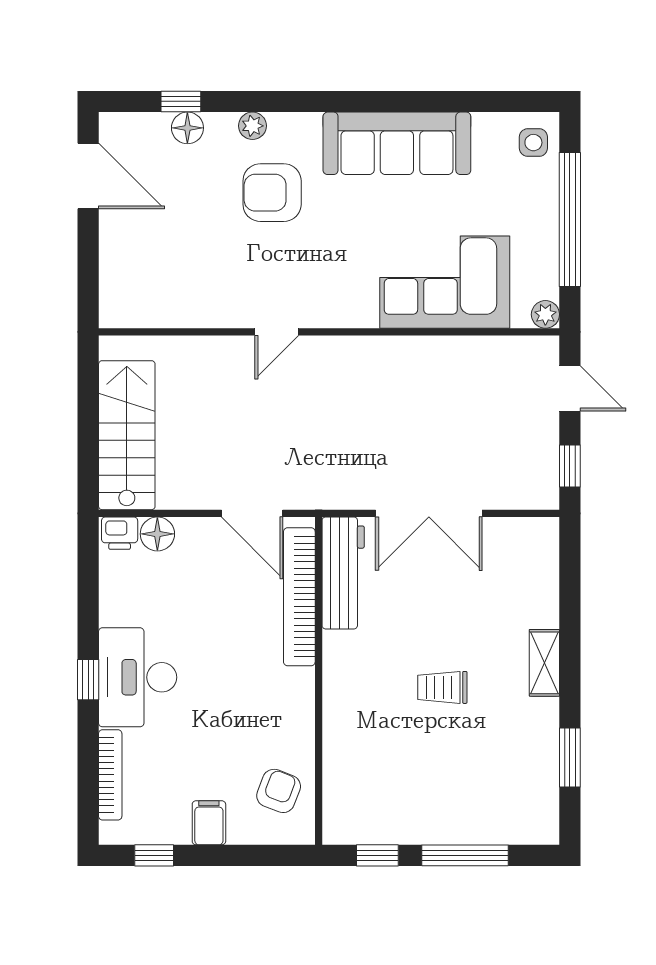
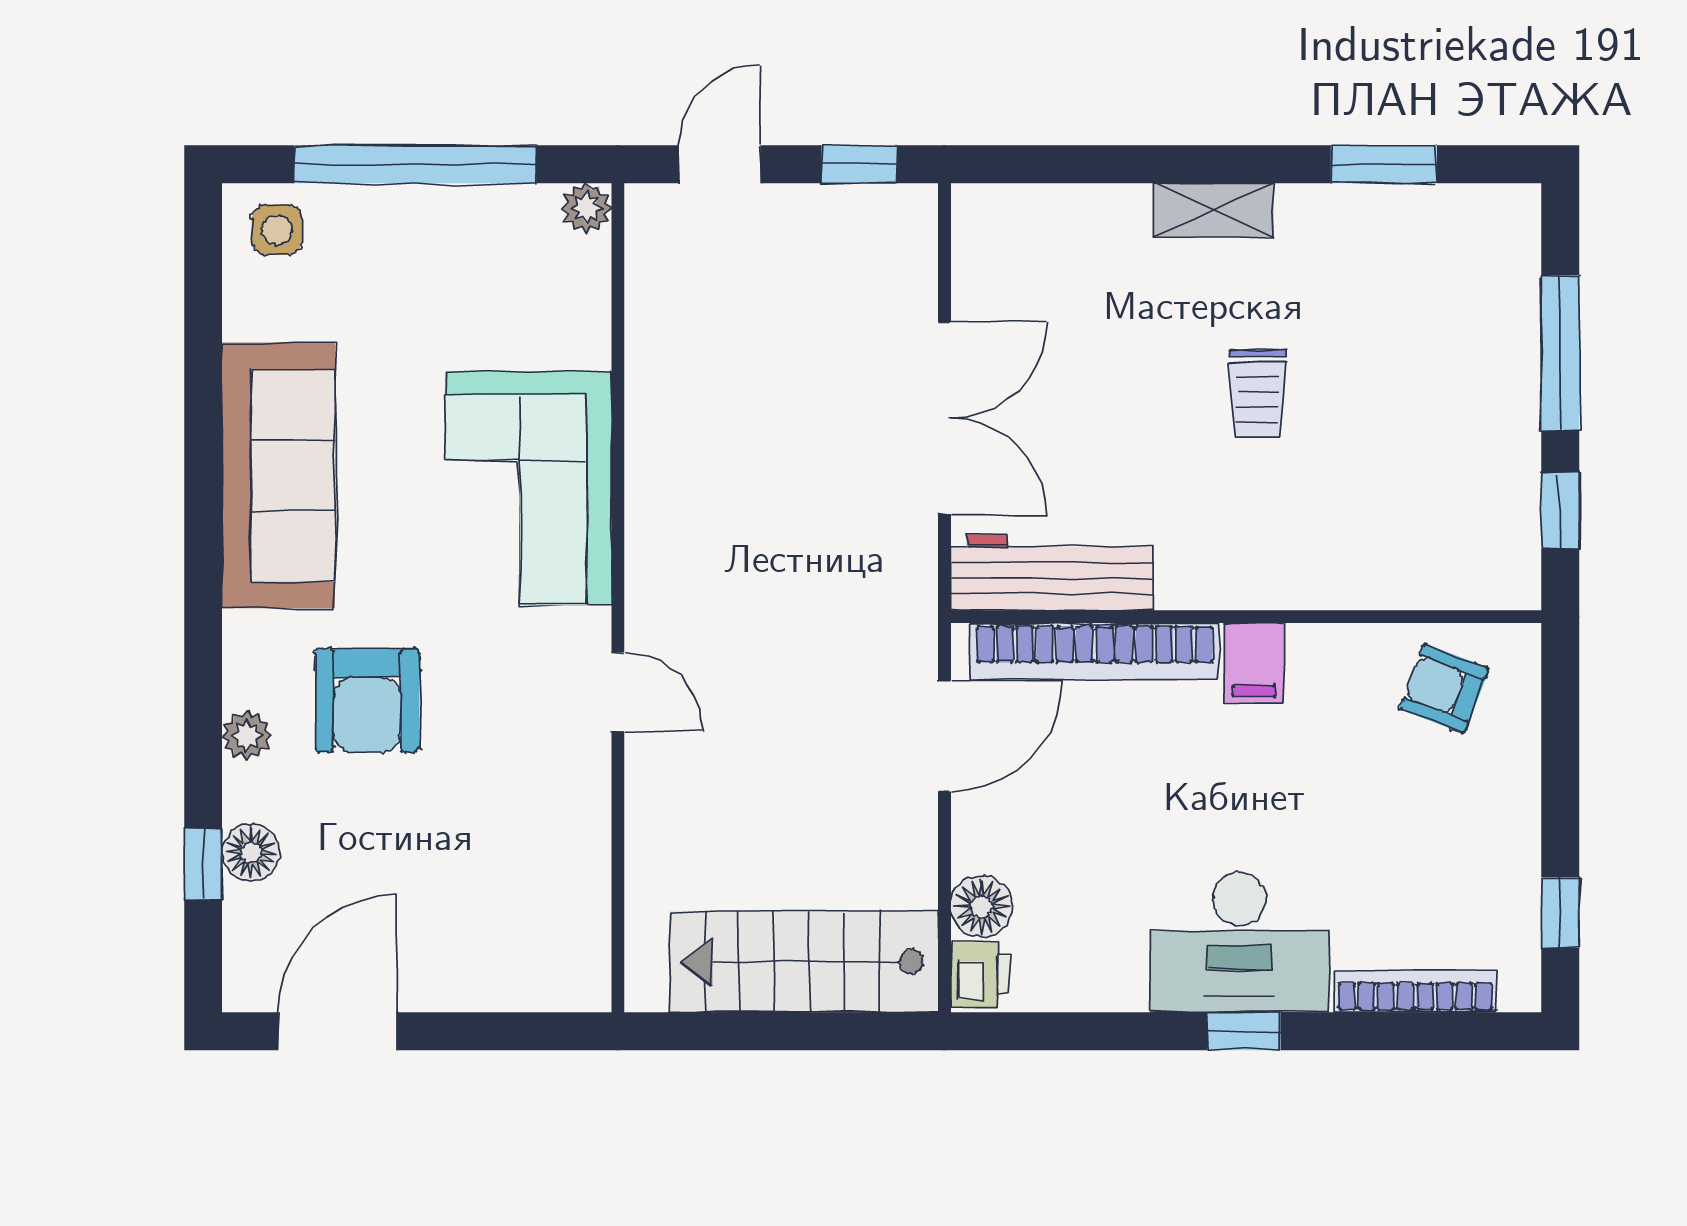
corner sofa: (445, 282) -> (528, 488), moved
filing cabinet: (209, 823) -> (1254, 663), moved, turned -90

